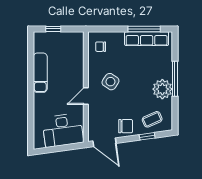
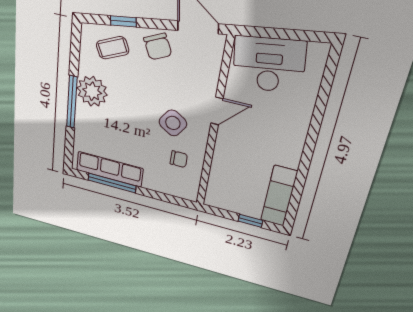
chair: (101, 47) -> (179, 159), moved
exam couch: (40, 73) -> (279, 196), moved
chair: (126, 126) -> (158, 47), turned -115

